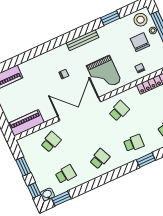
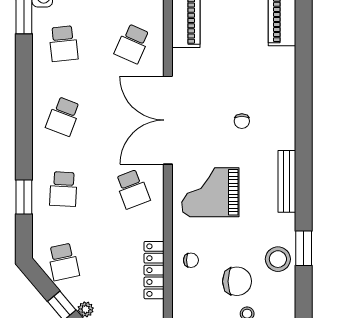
stool: (141, 20) -> (278, 259), moved
double door: (79, 109) -> (168, 120), swing flipped
school desk: (51, 142) -> (132, 44), turned 48
school desk: (100, 159) -> (63, 116), turned 45

